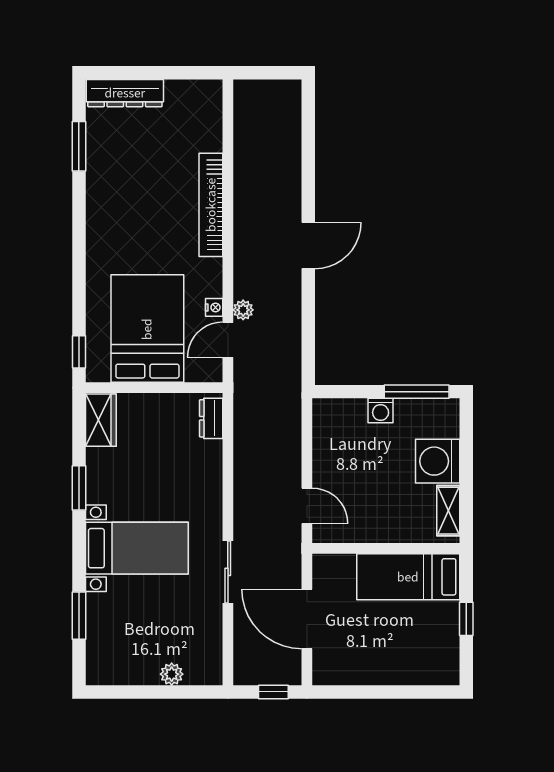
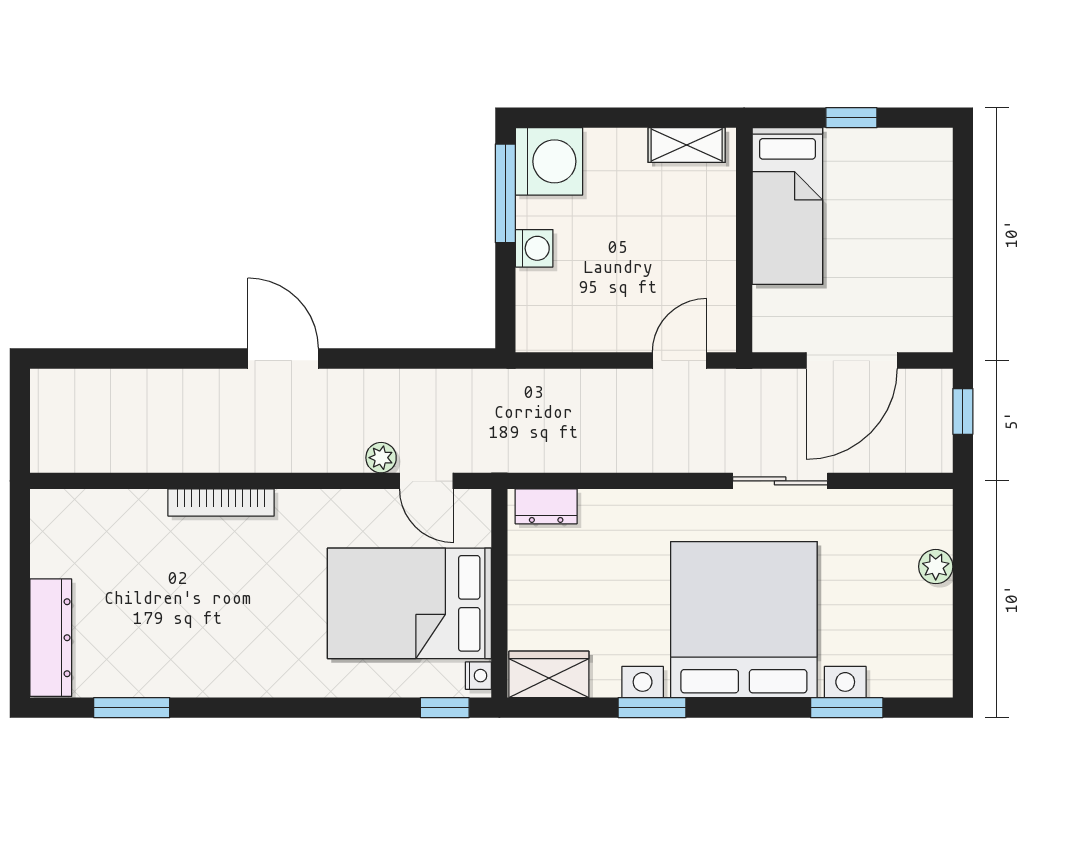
bookcase: (211, 205) -> (221, 503), width x0.68, depth x0.76
nightstand: (214, 307) -> (478, 676), moved, turned 90
washing machine: (438, 461) -> (549, 161), moved, turned -90
bed with nightstands: (137, 548) -> (744, 620), width x1.85

